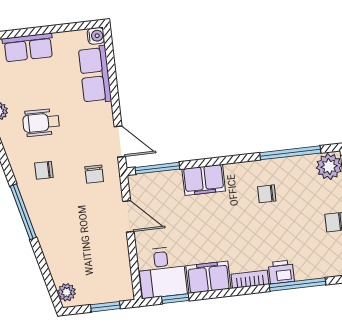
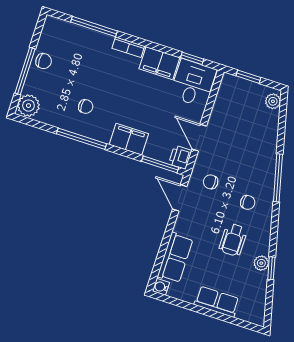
wheelchair: (41, 123) -> (233, 240), turned 89
window: (290, 153) -> (81, 139), moved
chair: (94, 174) -> (211, 182), turned -90
printer: (281, 272) -> (180, 157), moved, turned 90

